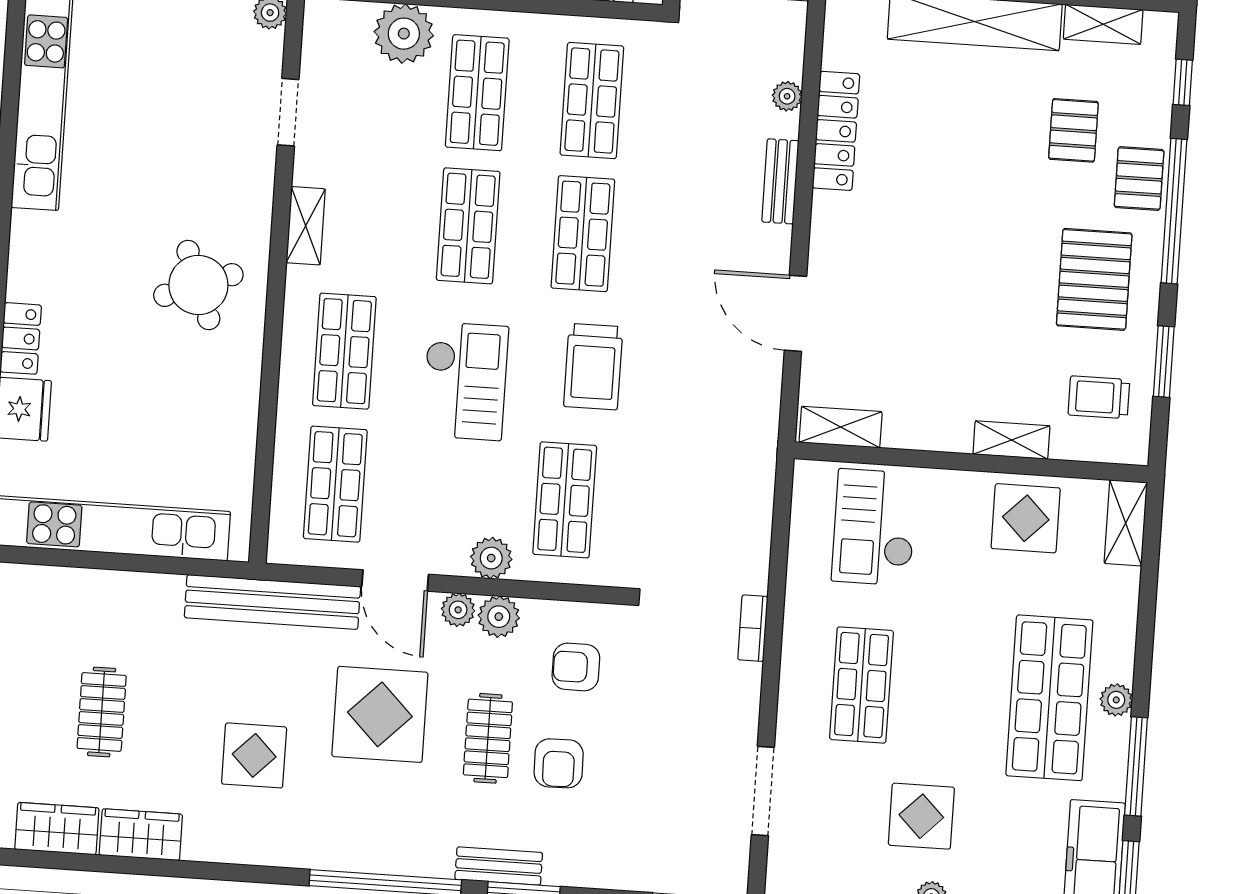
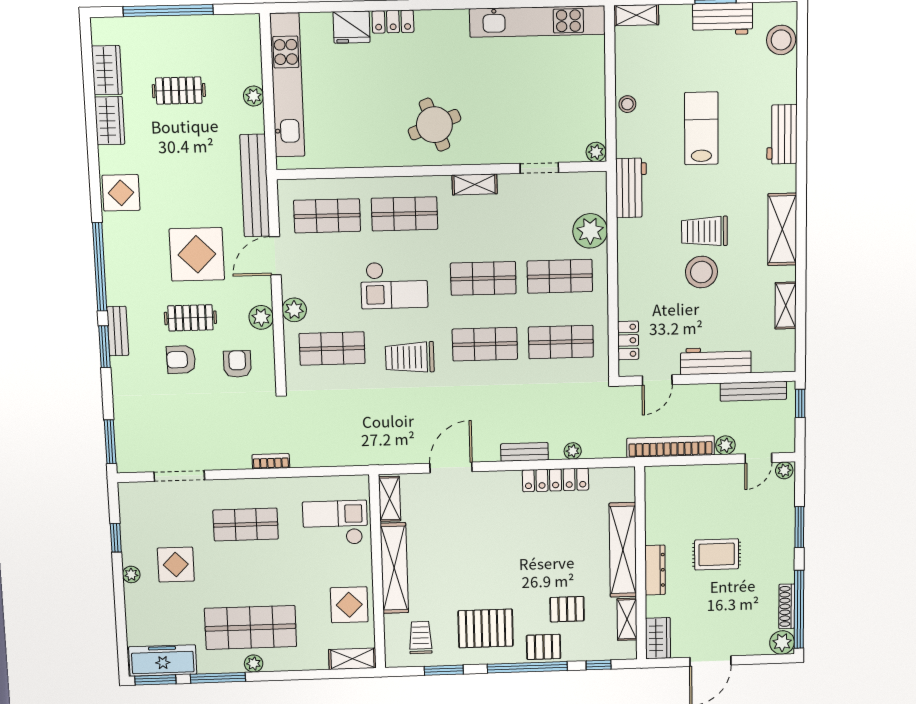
shelving: (1011, 440) -> (394, 568), width x2.20, depth x1.33
plant: (458, 610) -> (254, 96), moved
display table: (254, 755) -> (121, 193), moved

